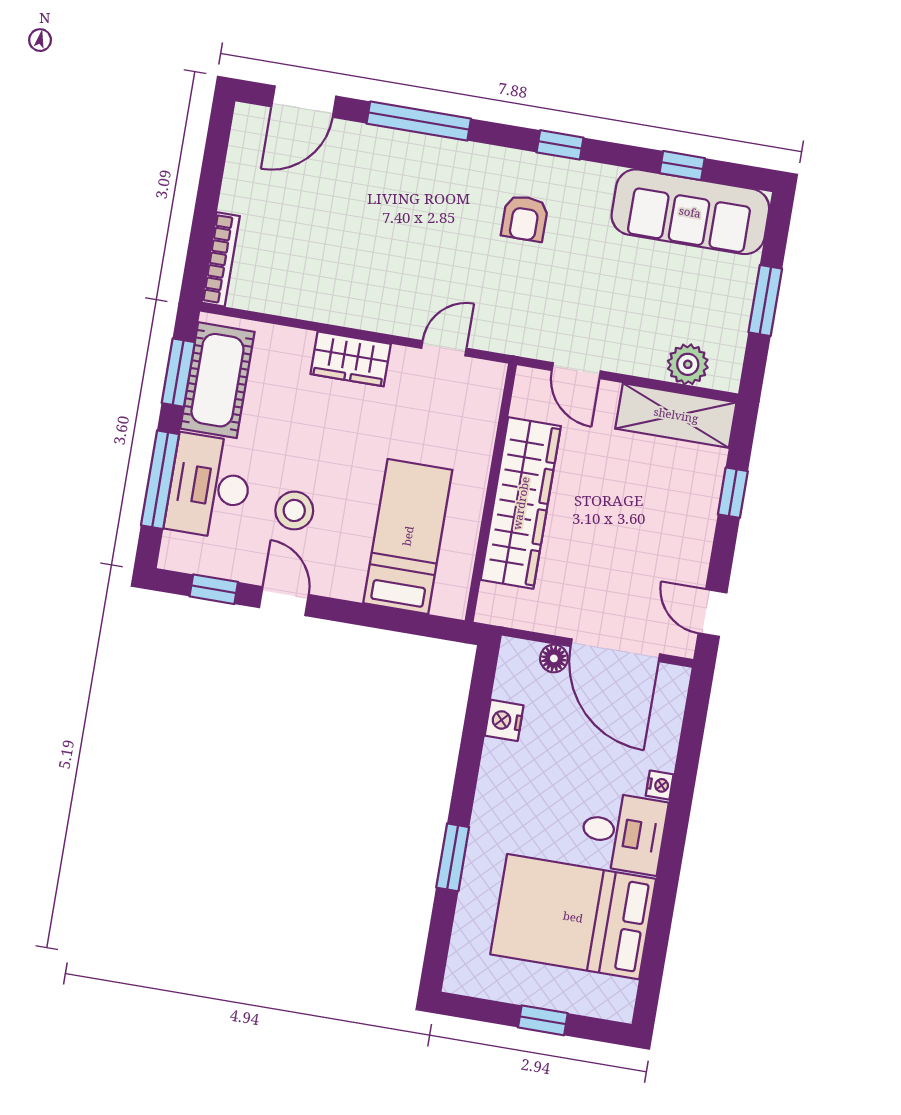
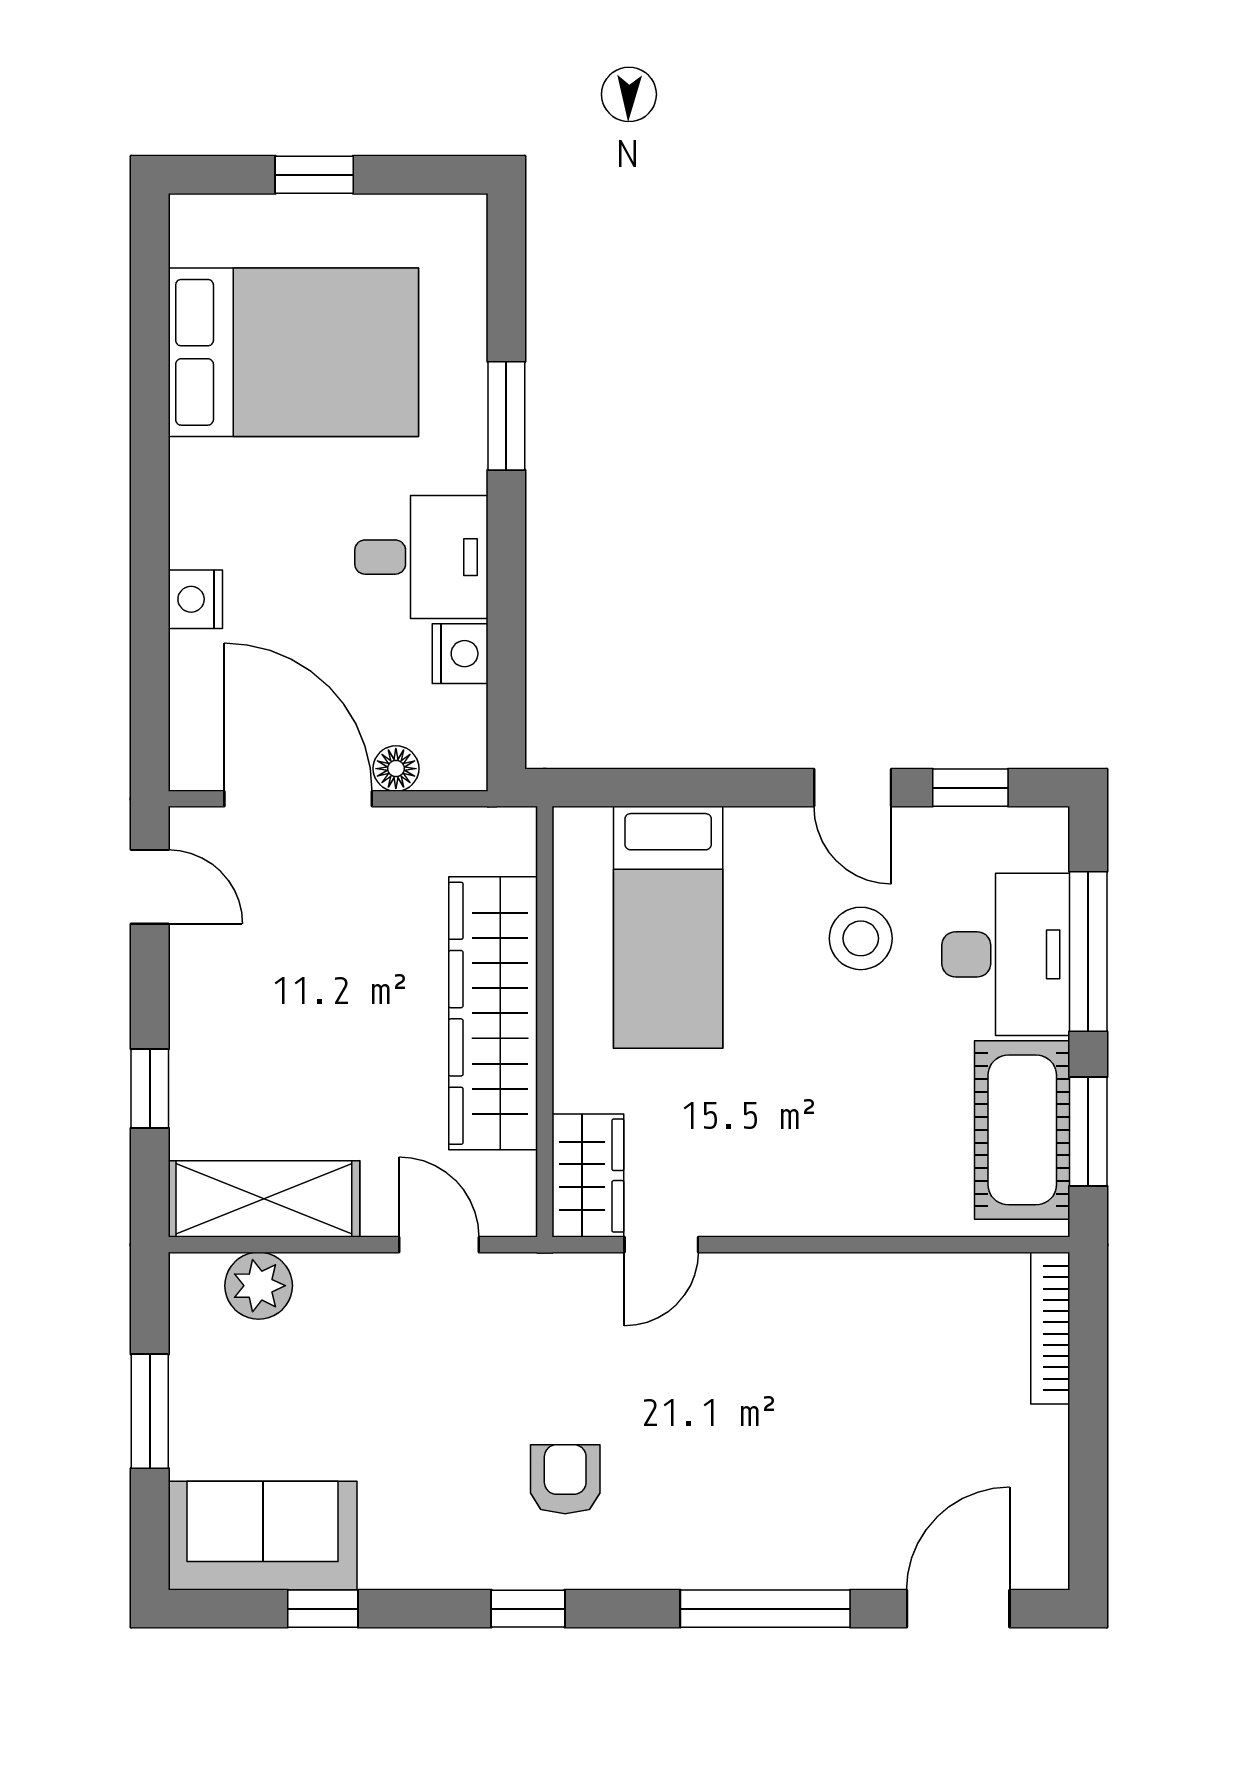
sofa: (690, 212) -> (263, 1536), width x0.73
wardrobe: (351, 359) -> (588, 1176), moved, turned 90
nightstand: (660, 785) -> (195, 599), width x1.39, depth x1.35
desk: (623, 833) -> (421, 557), moved, turned 180

